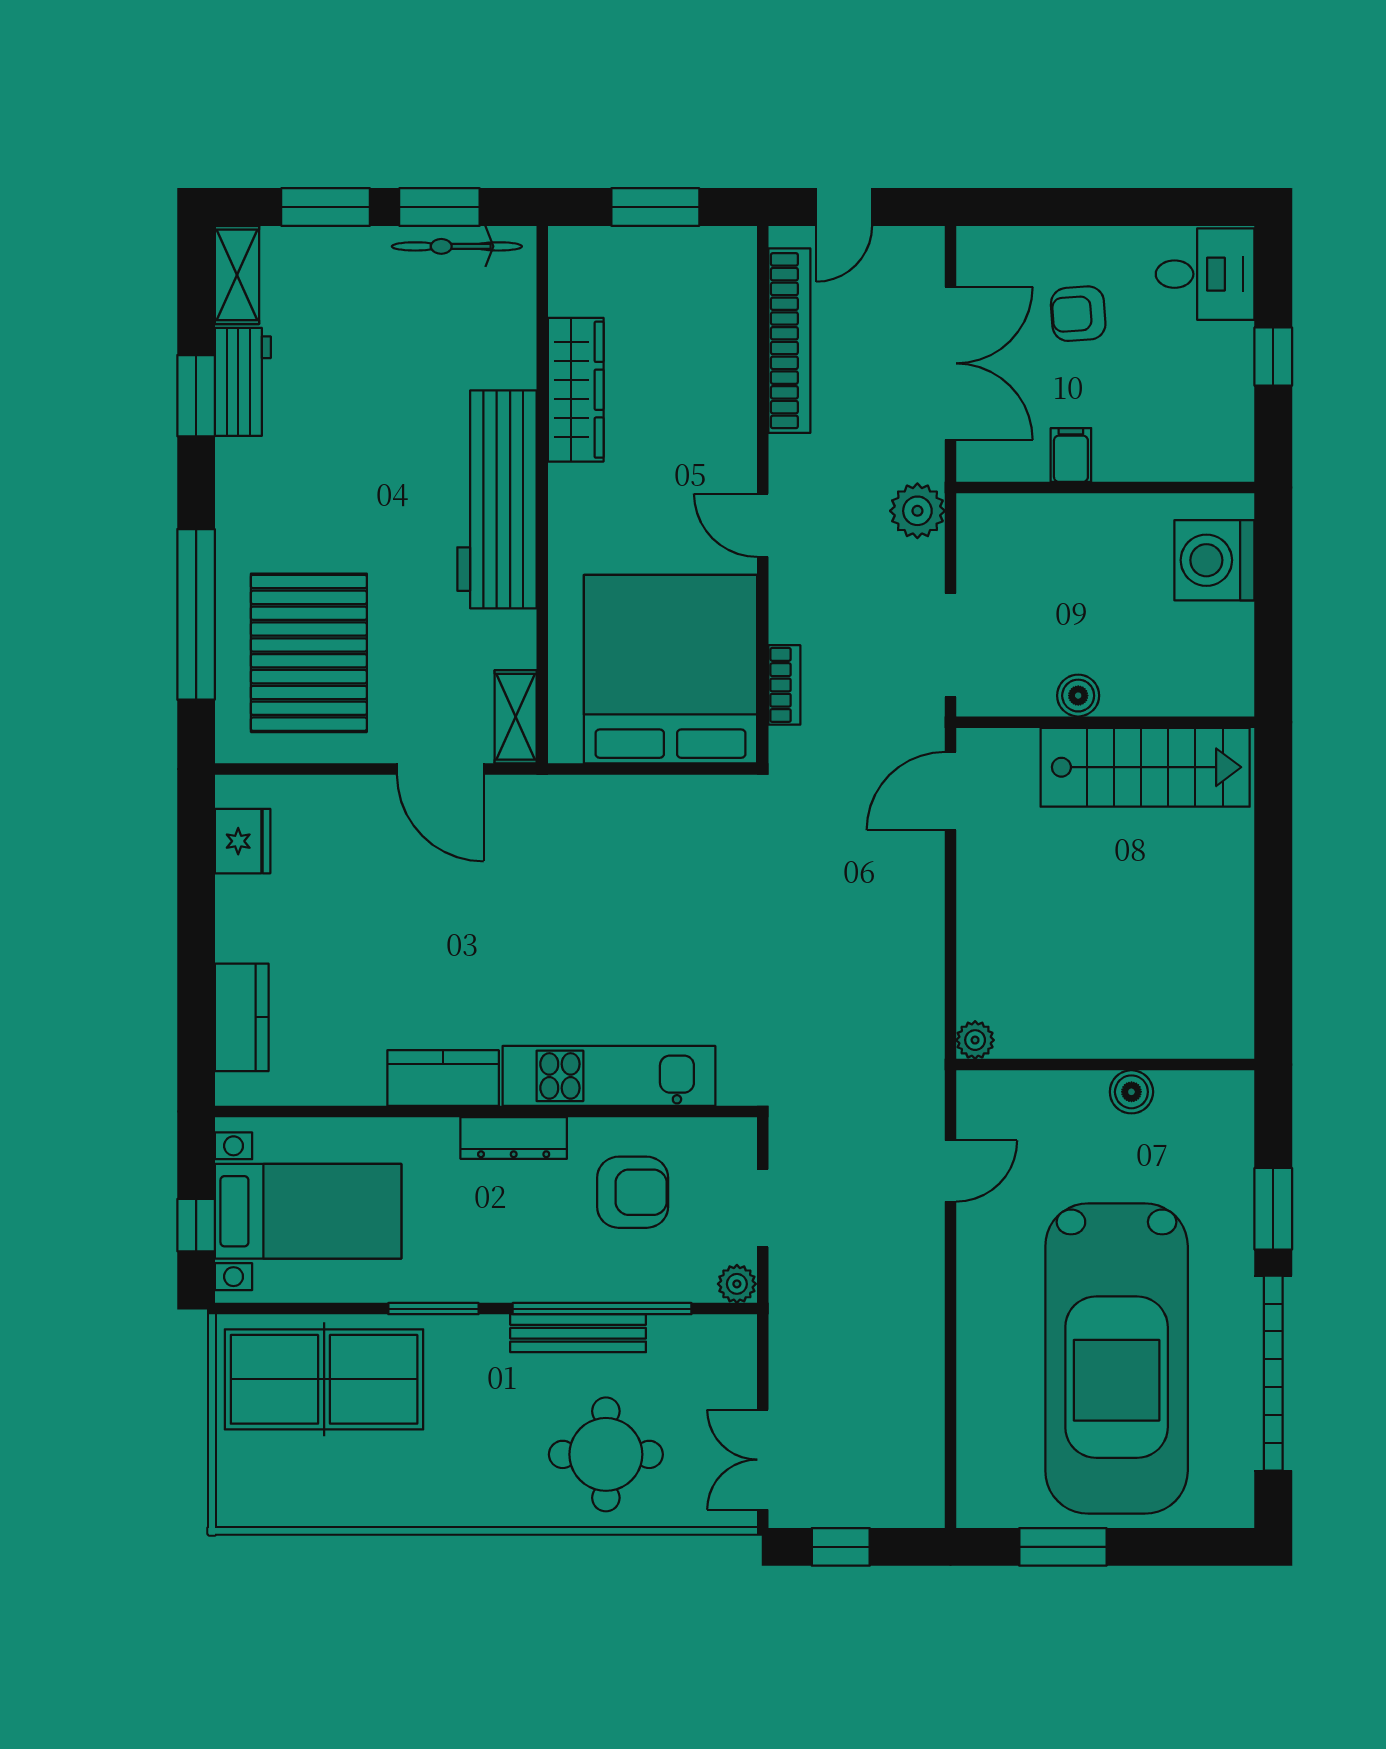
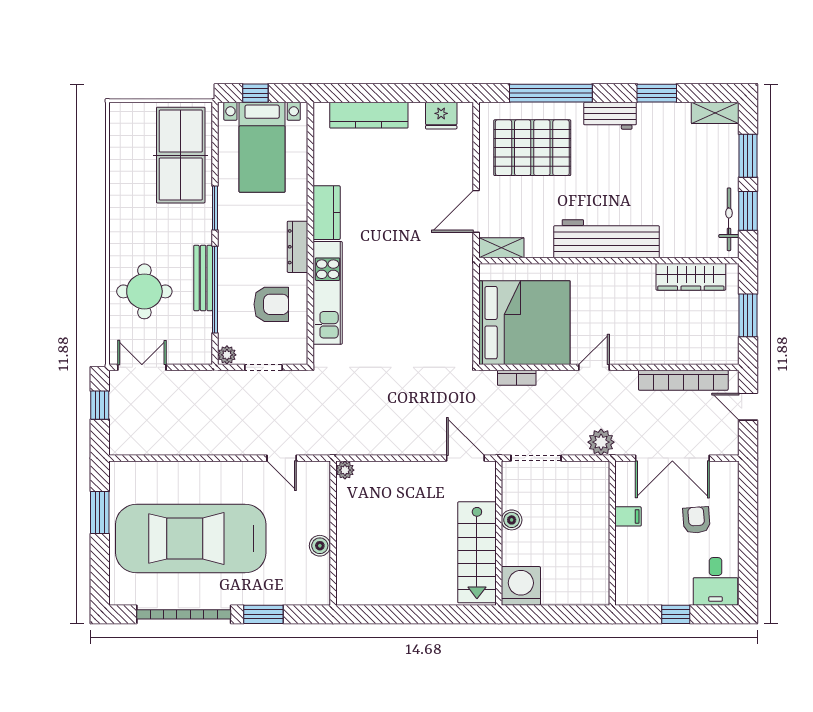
workbench: (243, 382) -> (610, 116), moved
wardrobe: (576, 390) -> (691, 277), moved
washing machine: (1214, 560) -> (521, 586), moved
kitchen counter: (242, 1017) -> (369, 115), width x1.50
armchair: (633, 1192) -> (271, 304), turned -90

